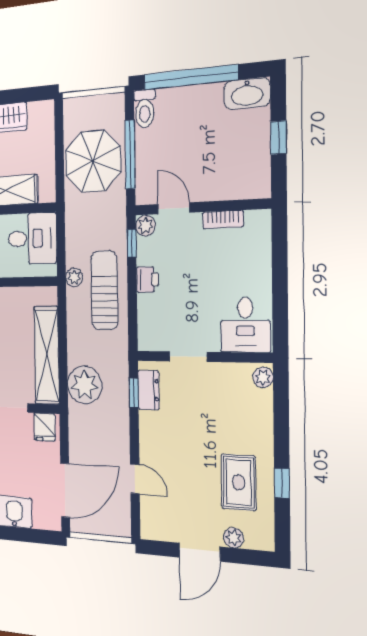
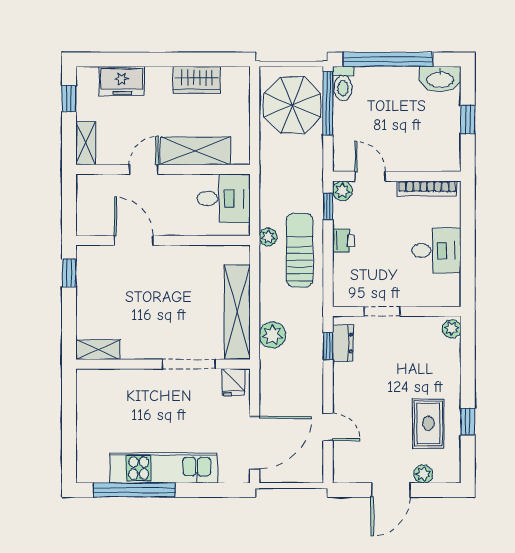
window: (130, 155) -> (328, 103), moved
parasol: (93, 161) -> (292, 105), moved
bookcase: (223, 220) -> (427, 188), width x1.56
desk: (245, 325) -> (436, 251), moved, turned -90
plant: (85, 385) -> (273, 335), width x0.73, depth x0.73

